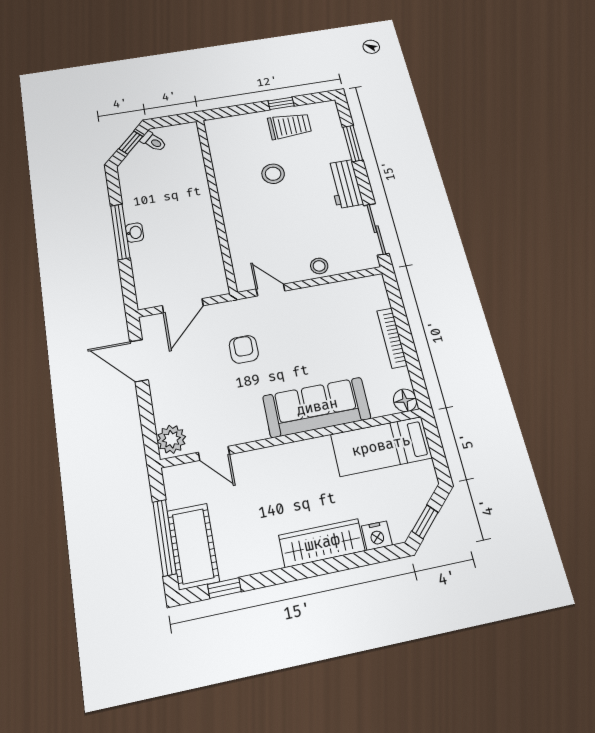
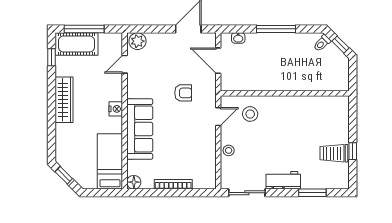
trolley: (290, 126) -> (334, 153), turned 90
toilet: (153, 141) -> (322, 43), moved
stool: (273, 174) -> (250, 114), moved
washbasin: (135, 233) -> (238, 38), moved
nightstand: (377, 536) -> (116, 109), moved, turned 180
wardrobe: (322, 543) -> (64, 100), moved

